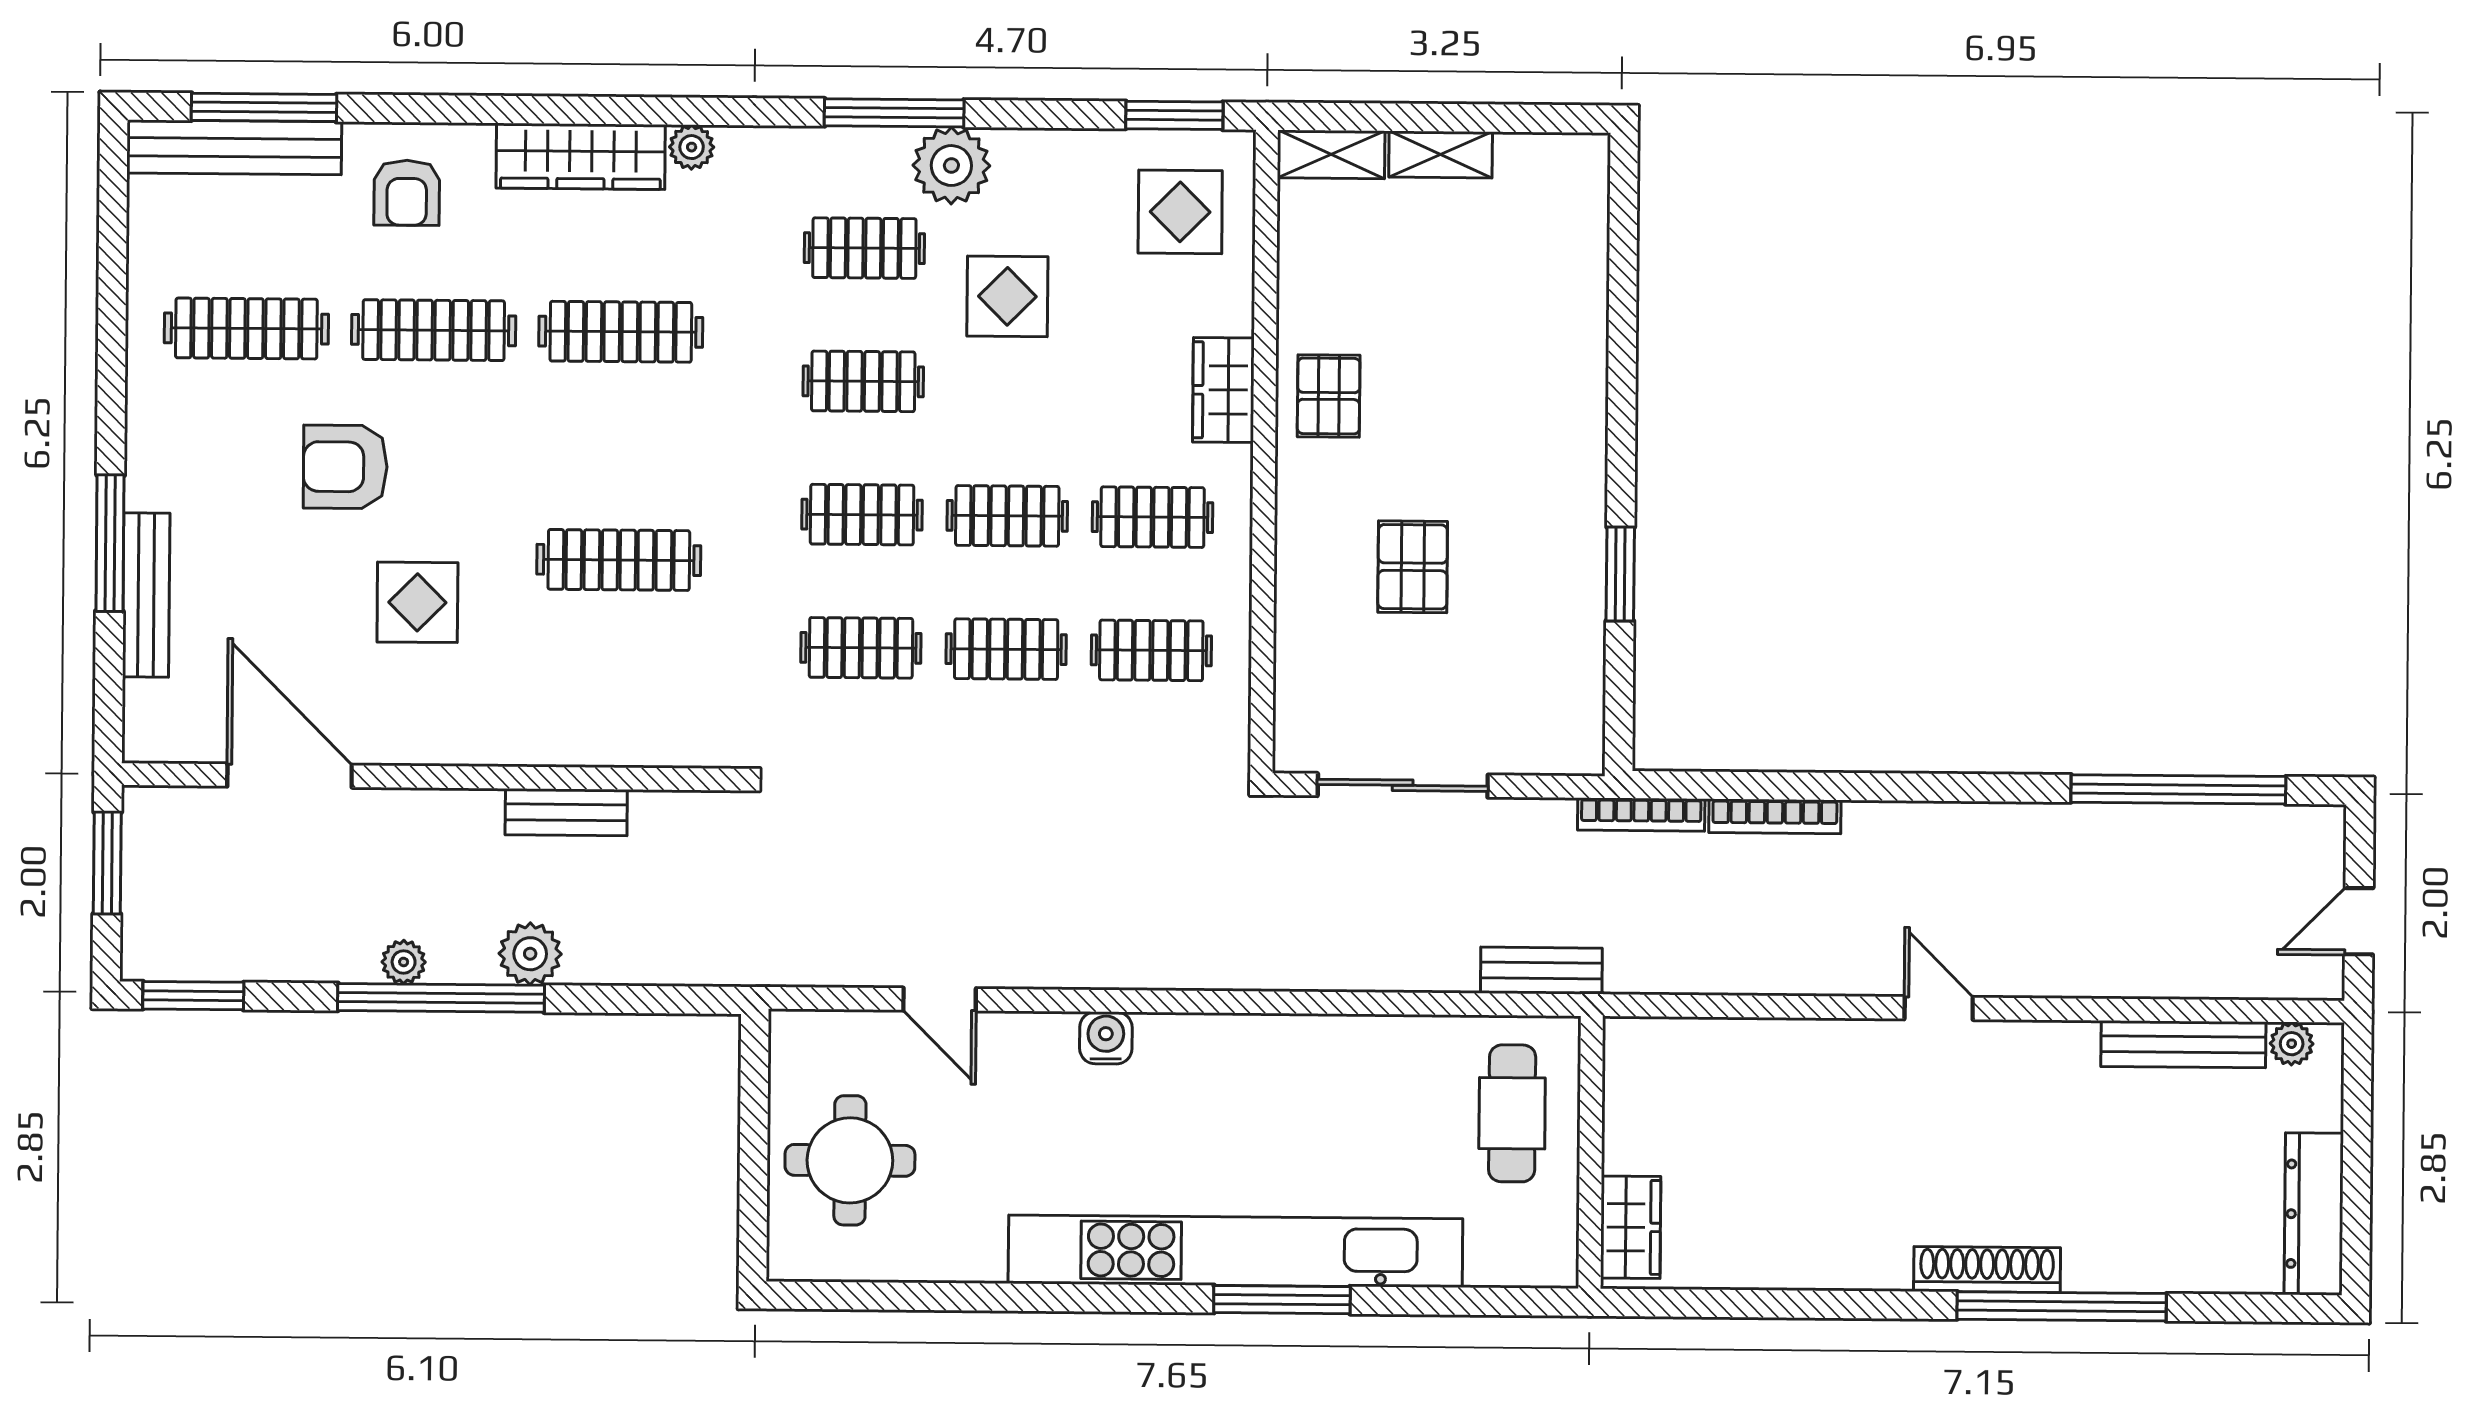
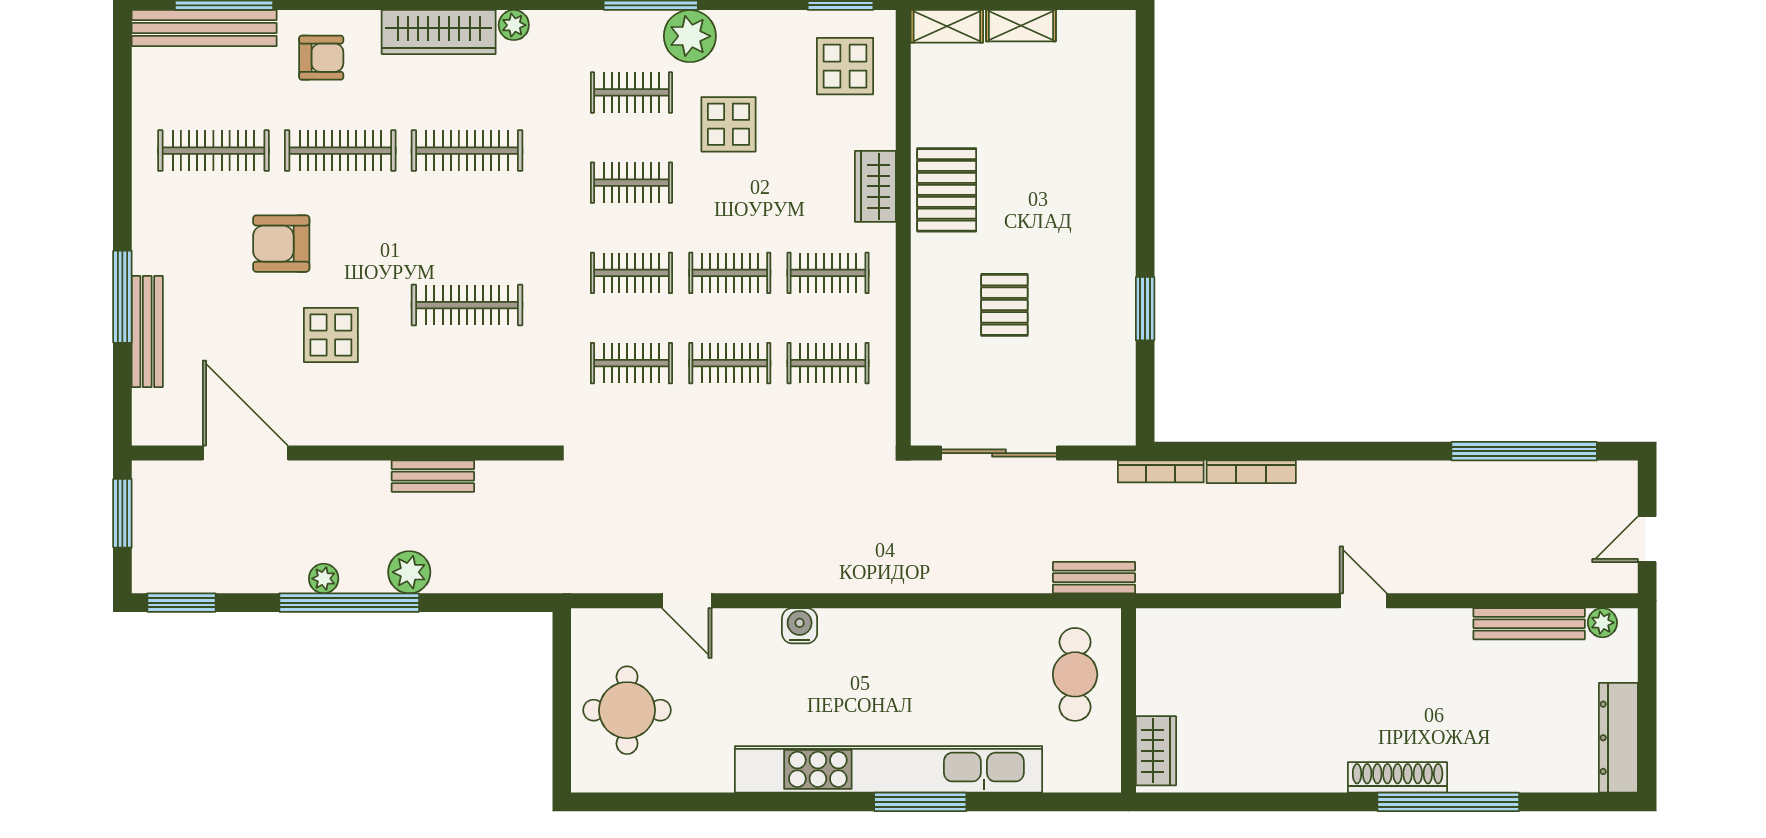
armchair: (407, 193) -> (321, 58), turned -90
pallet: (1329, 396) -> (947, 190), width x1.50, depth x1.42

